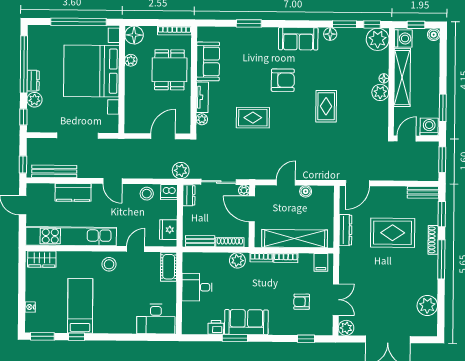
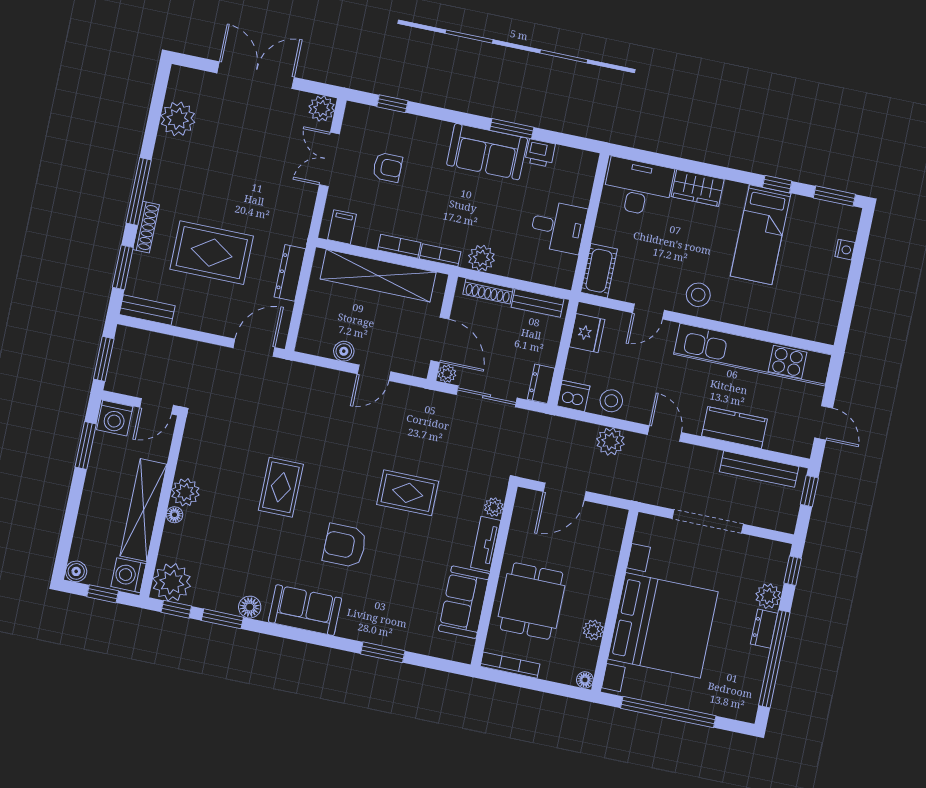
floor lamp: (134, 35) -> (585, 680), width x0.53, depth x0.53
plant: (181, 171) -> (610, 441), moved
wardrobe: (42, 259) -> (698, 188), moved, turned 180

